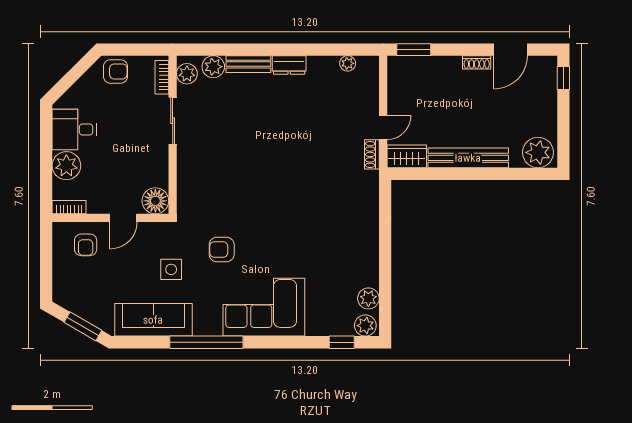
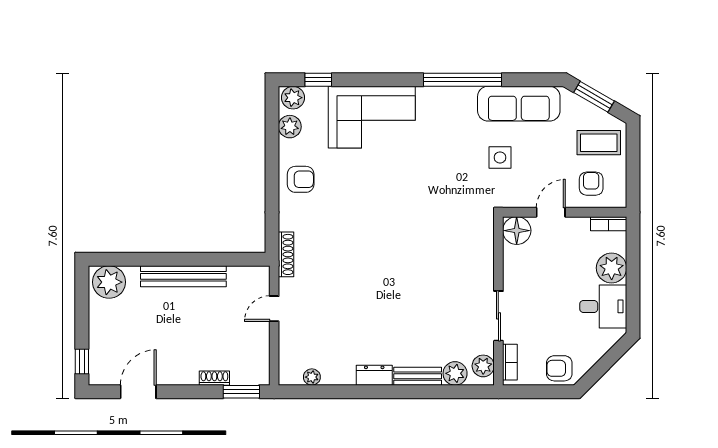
shoe rack: (477, 62) -> (214, 378), moved
shoe rack: (372, 154) -> (286, 254), moved, width x1.43
wardrobe: (407, 156) -> (249, 278), removed
armchair: (222, 250) -> (301, 179), moved
coffee table: (78, 283) -> (599, 143), added
corner sofa: (264, 307) -> (372, 117), moved

